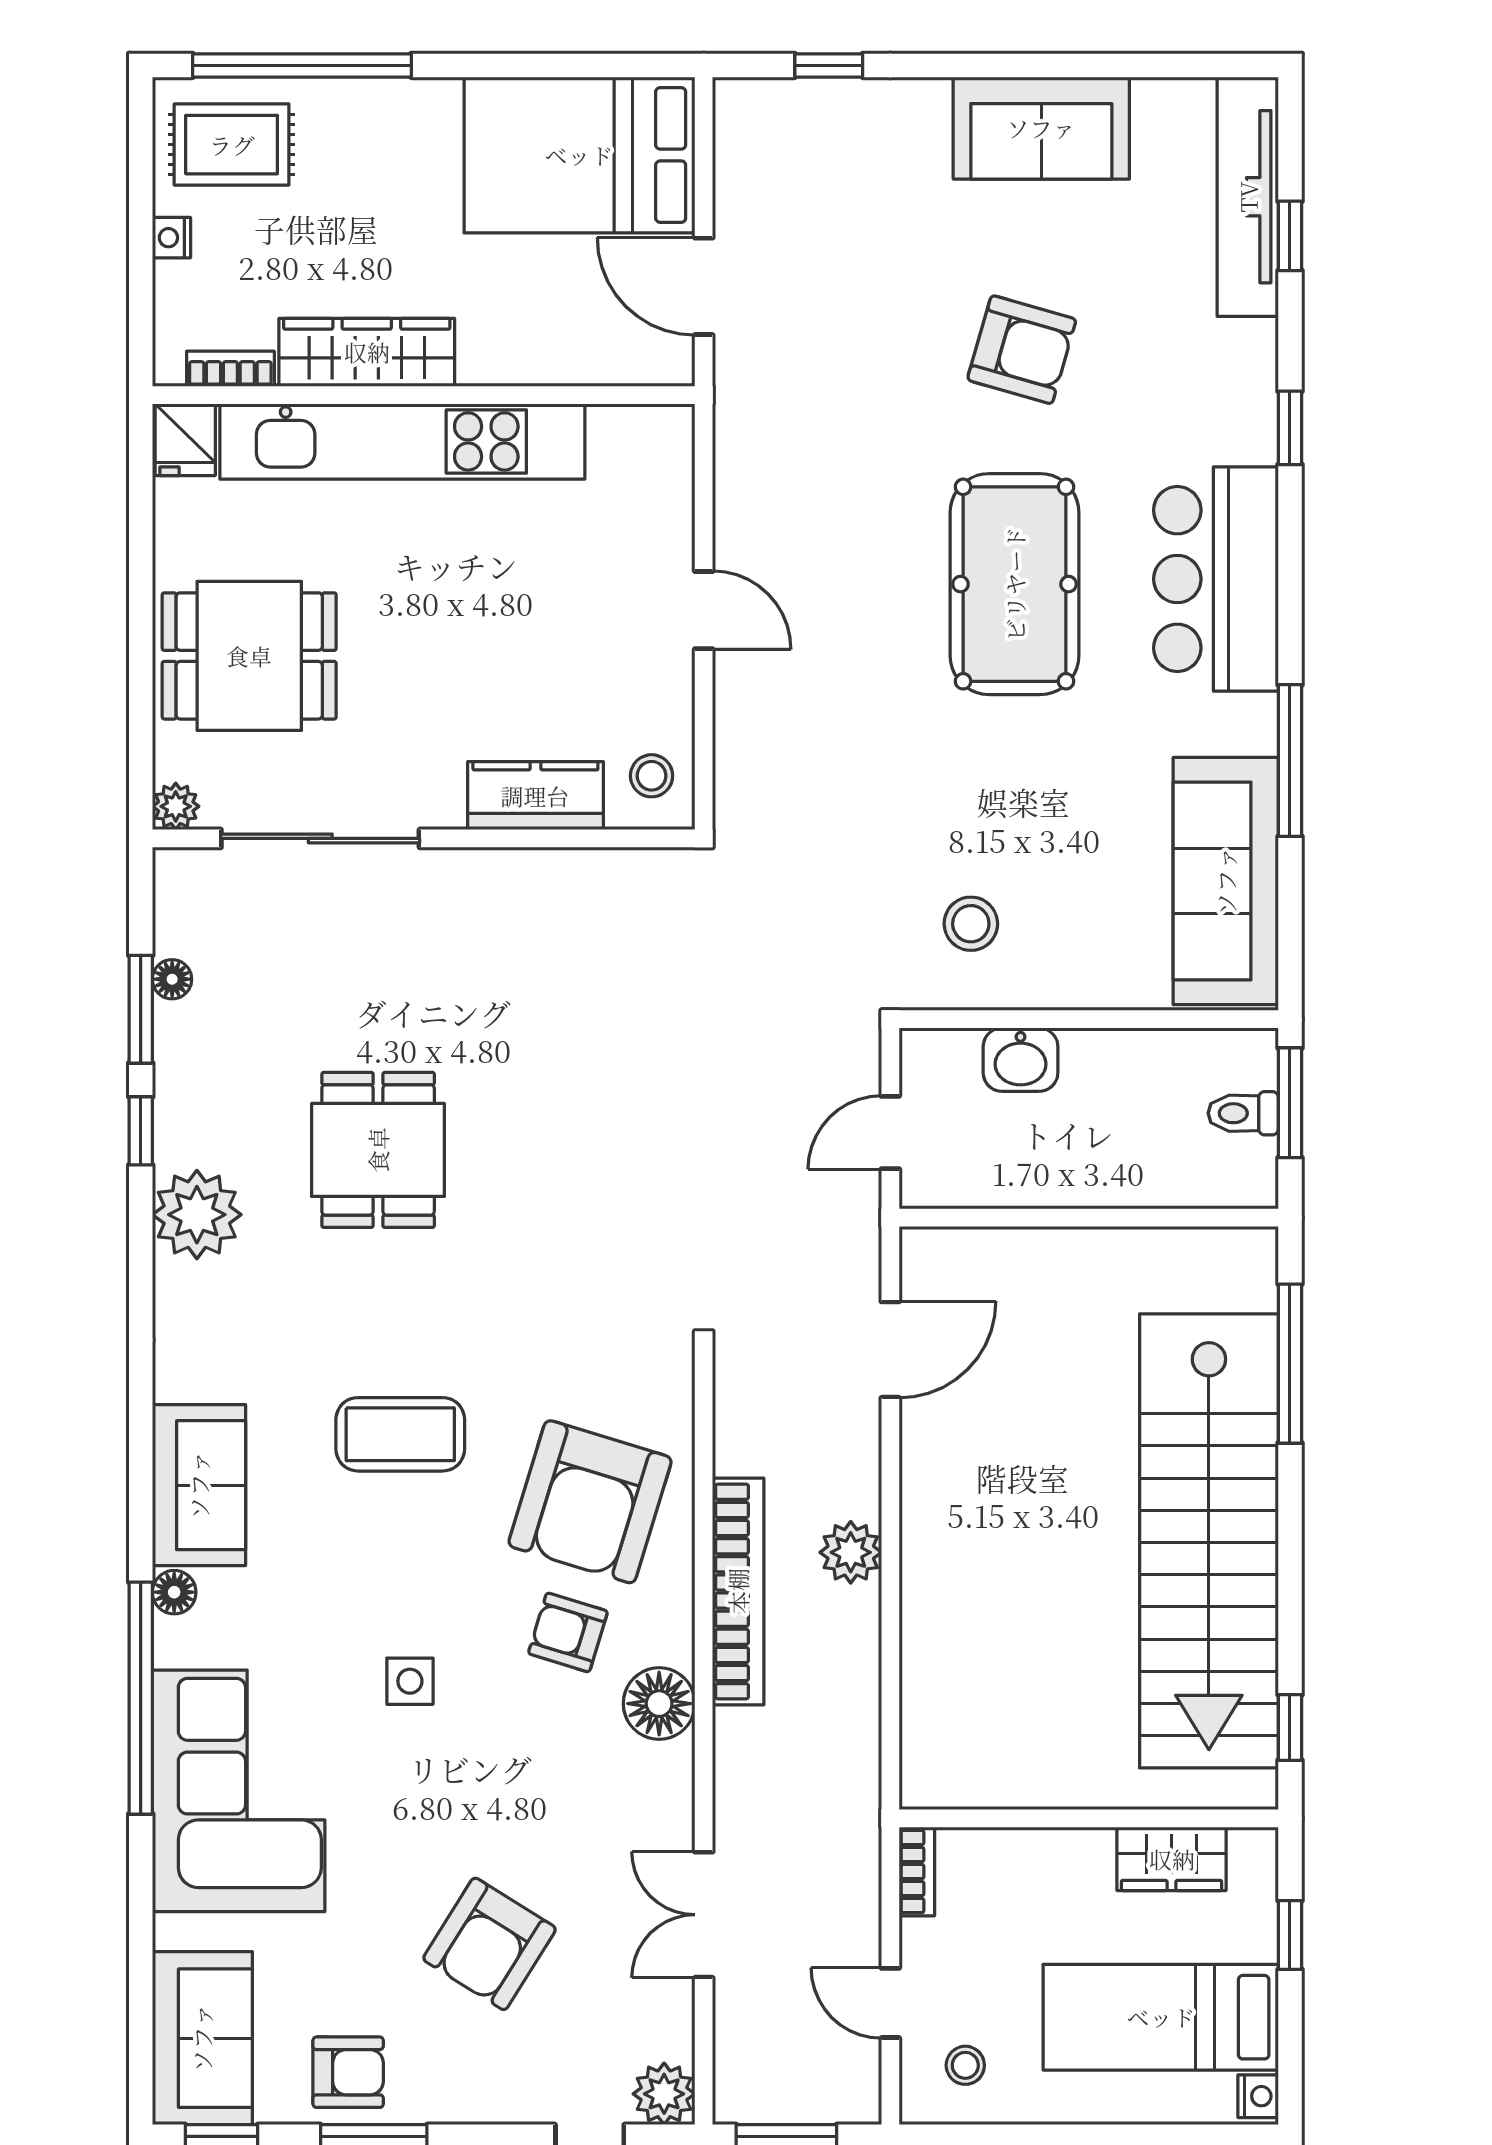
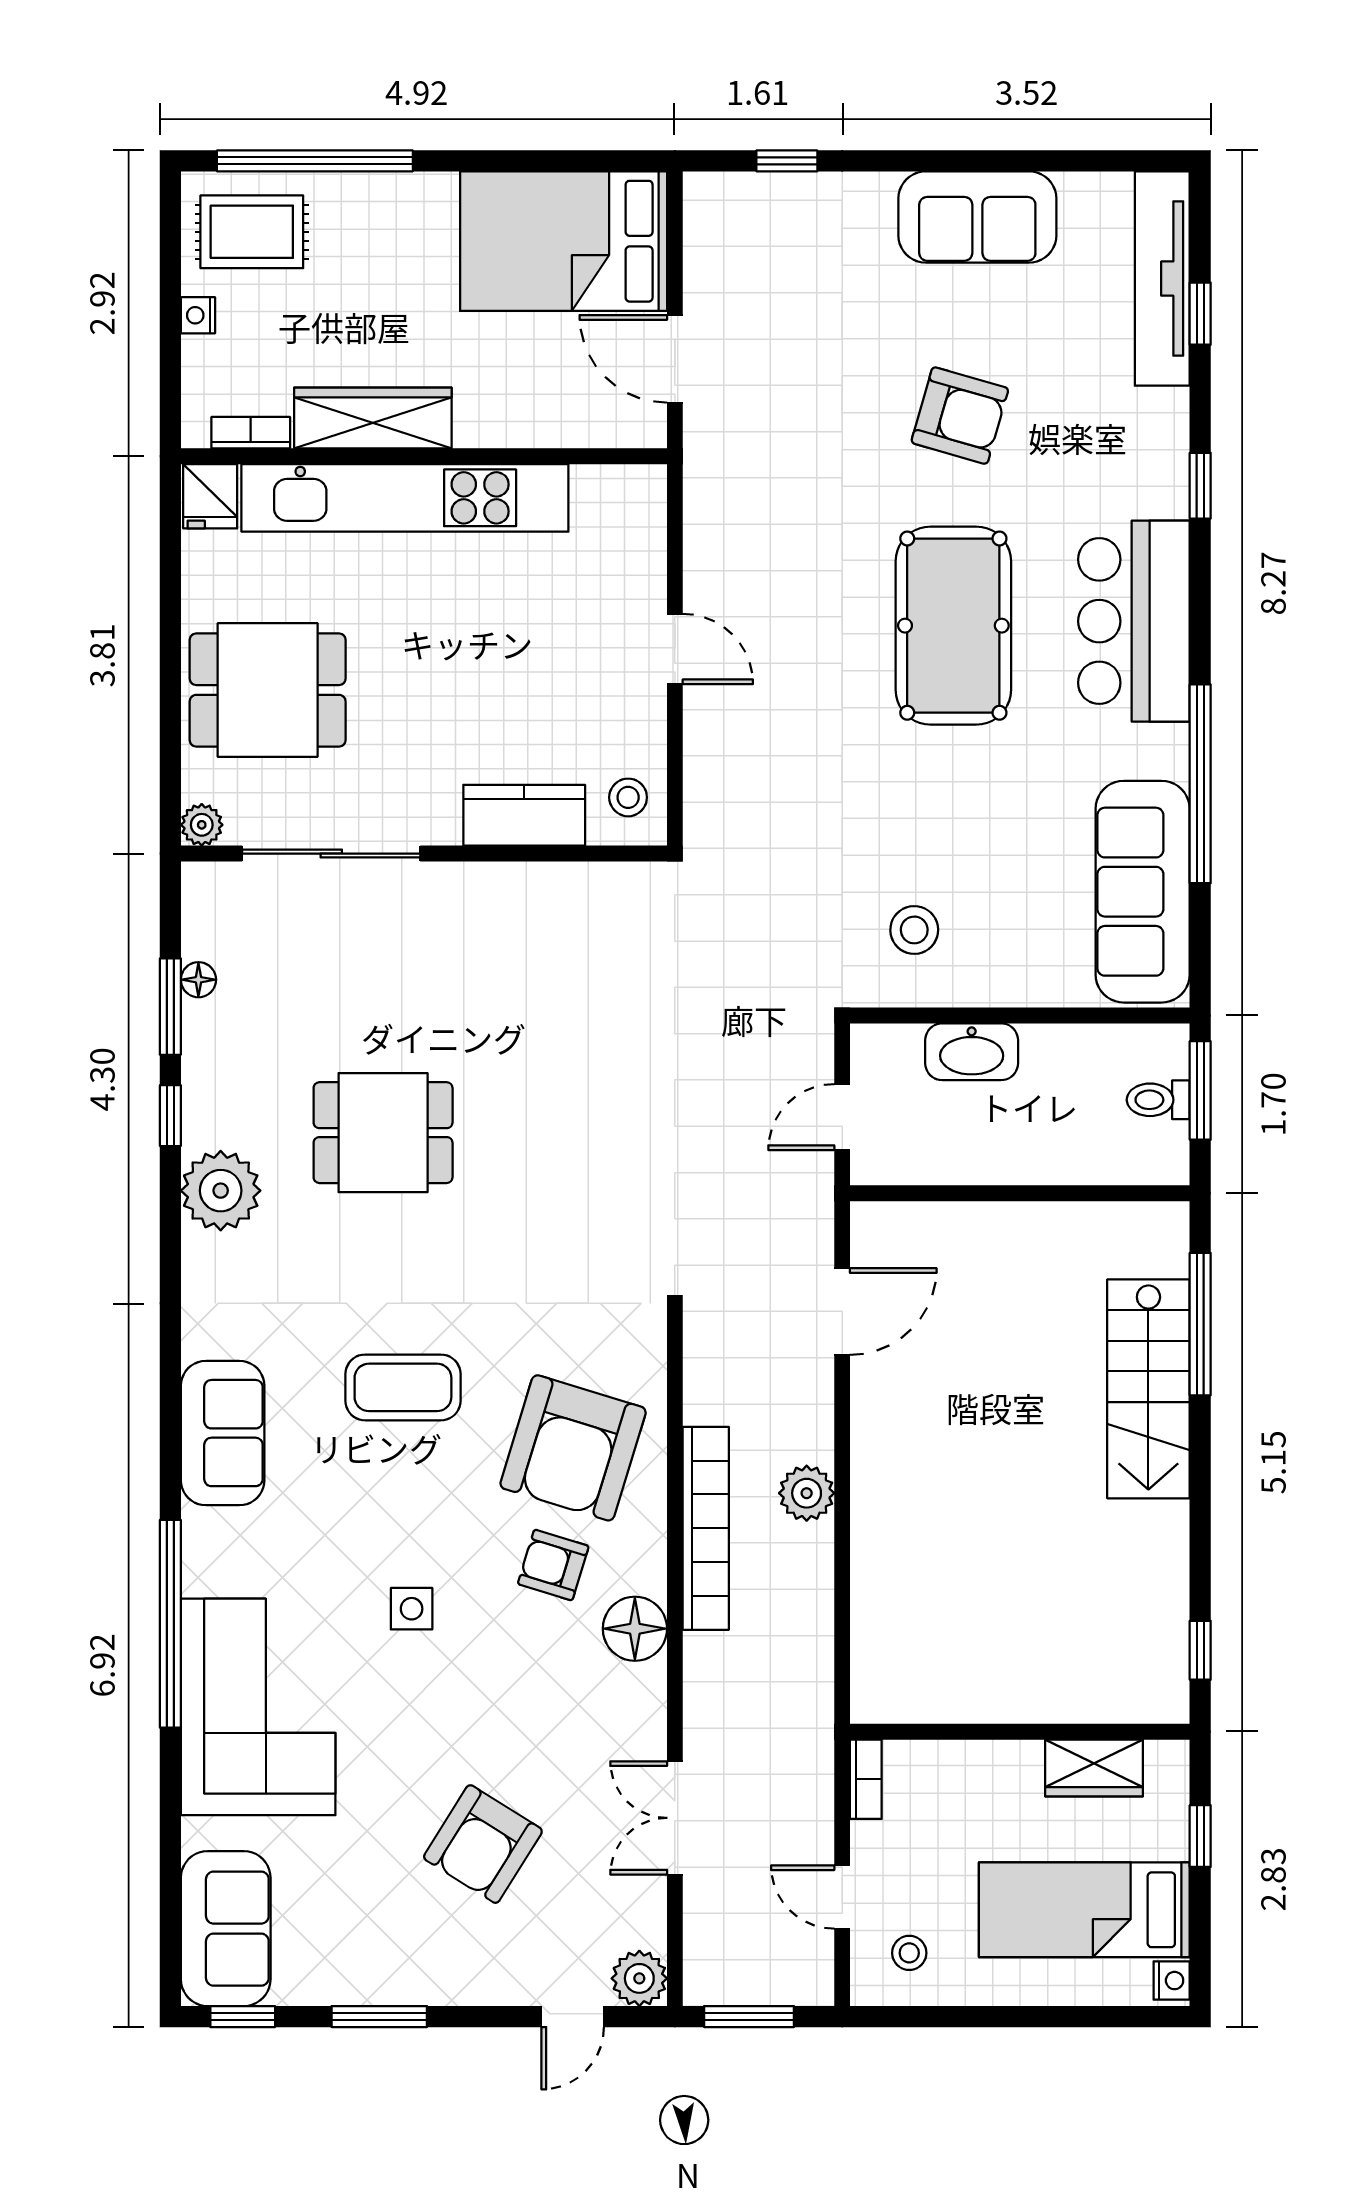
window: (1290, 761) -> (1200, 784), width x1.46
washbasin: (1021, 1060) -> (972, 1052), width x1.38
dining table: (378, 1150) -> (383, 1133), turned 90
stairs: (1209, 1541) -> (1148, 1389), width x0.54, depth x0.66
floor lamp: (174, 1592) -> (200, 1529), removed
armchair: (348, 2072) -> (356, 1959), removed

